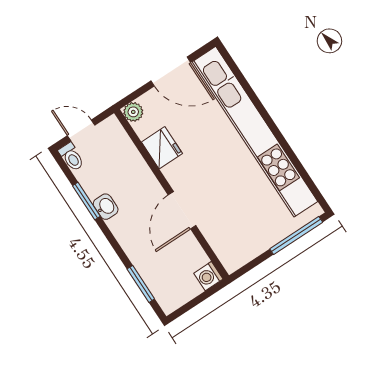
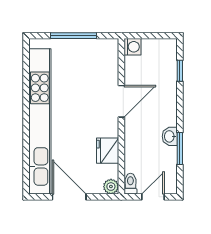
door: (81, 130) -> (153, 197), swing flipped
toilet: (71, 157) -> (130, 184), moved
window: (296, 235) -> (73, 36), moved
window: (141, 284) -> (180, 71), width x0.67

